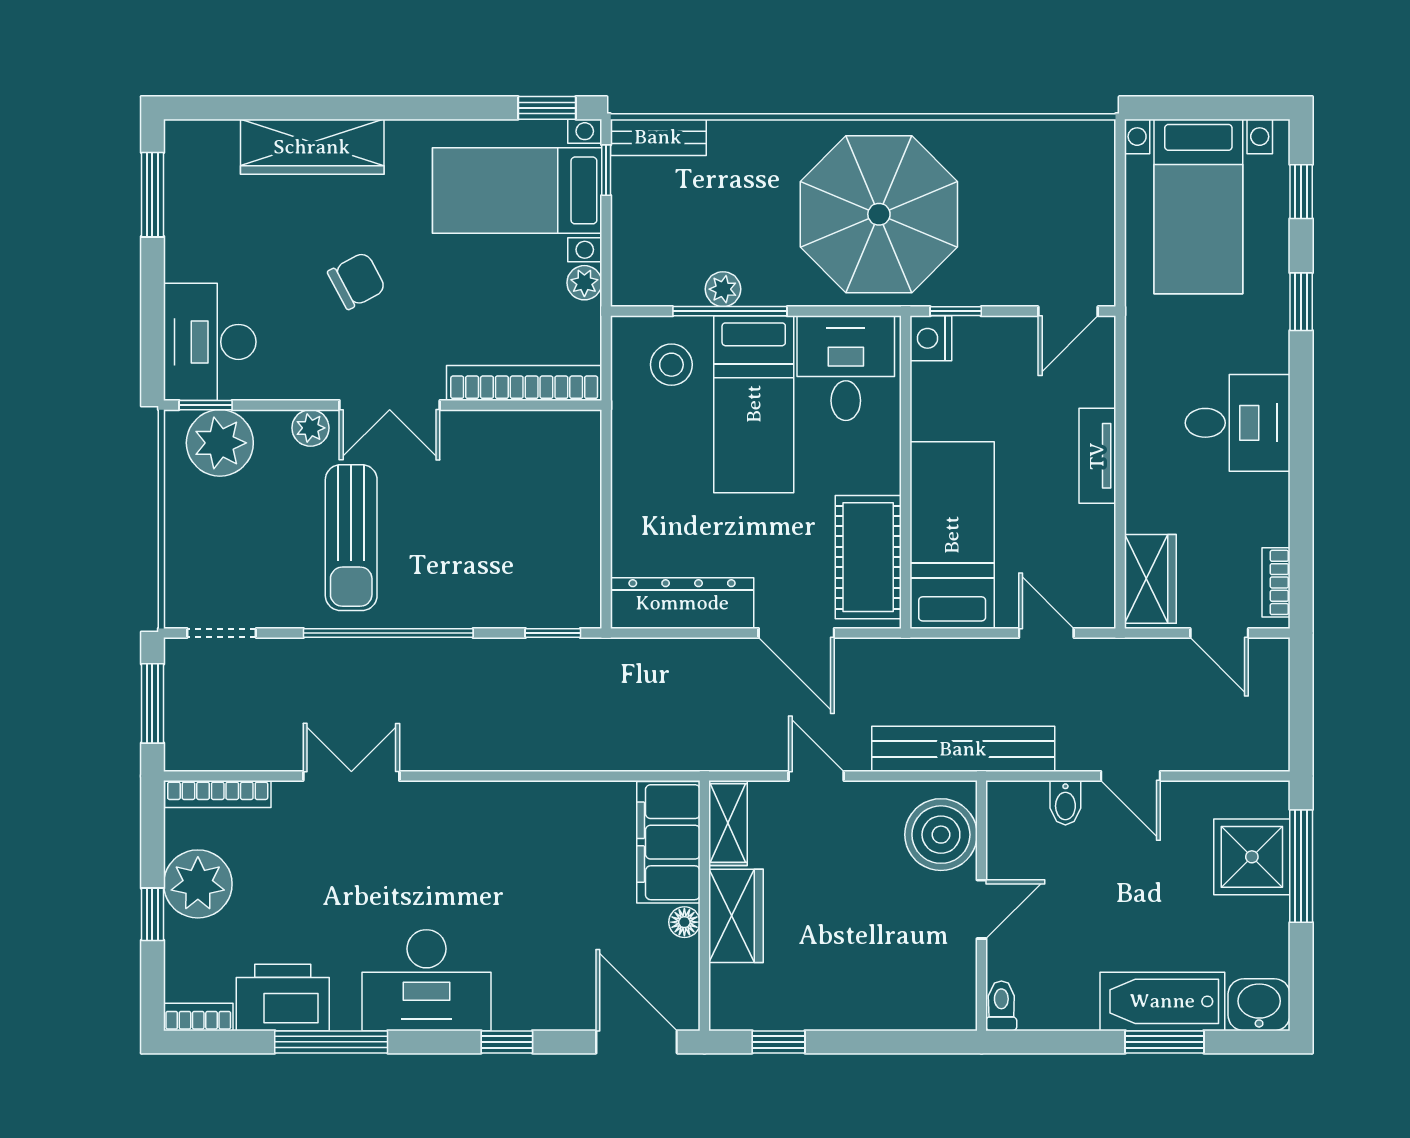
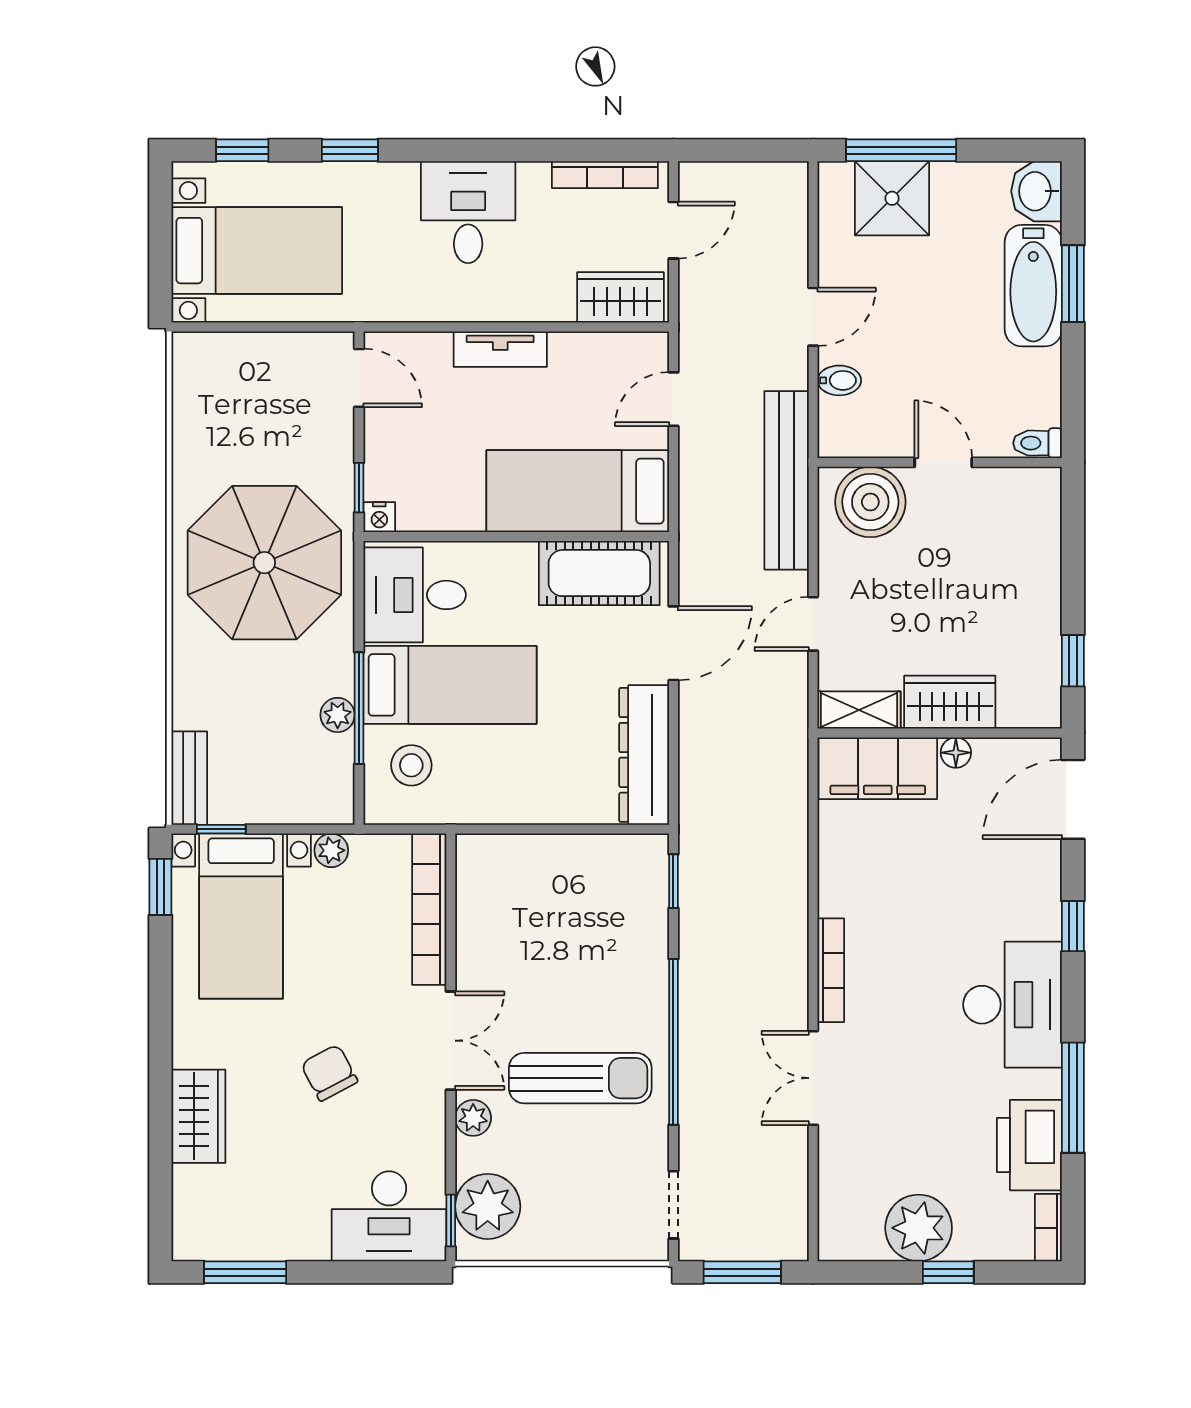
wardrobe: (312, 147) -> (198, 1116), width x0.67
nightstand: (931, 338) -> (379, 517), width x0.72, depth x0.74
bookcase: (1276, 582) -> (605, 175), width x1.56
bookcase: (218, 794) -> (831, 970), moved

